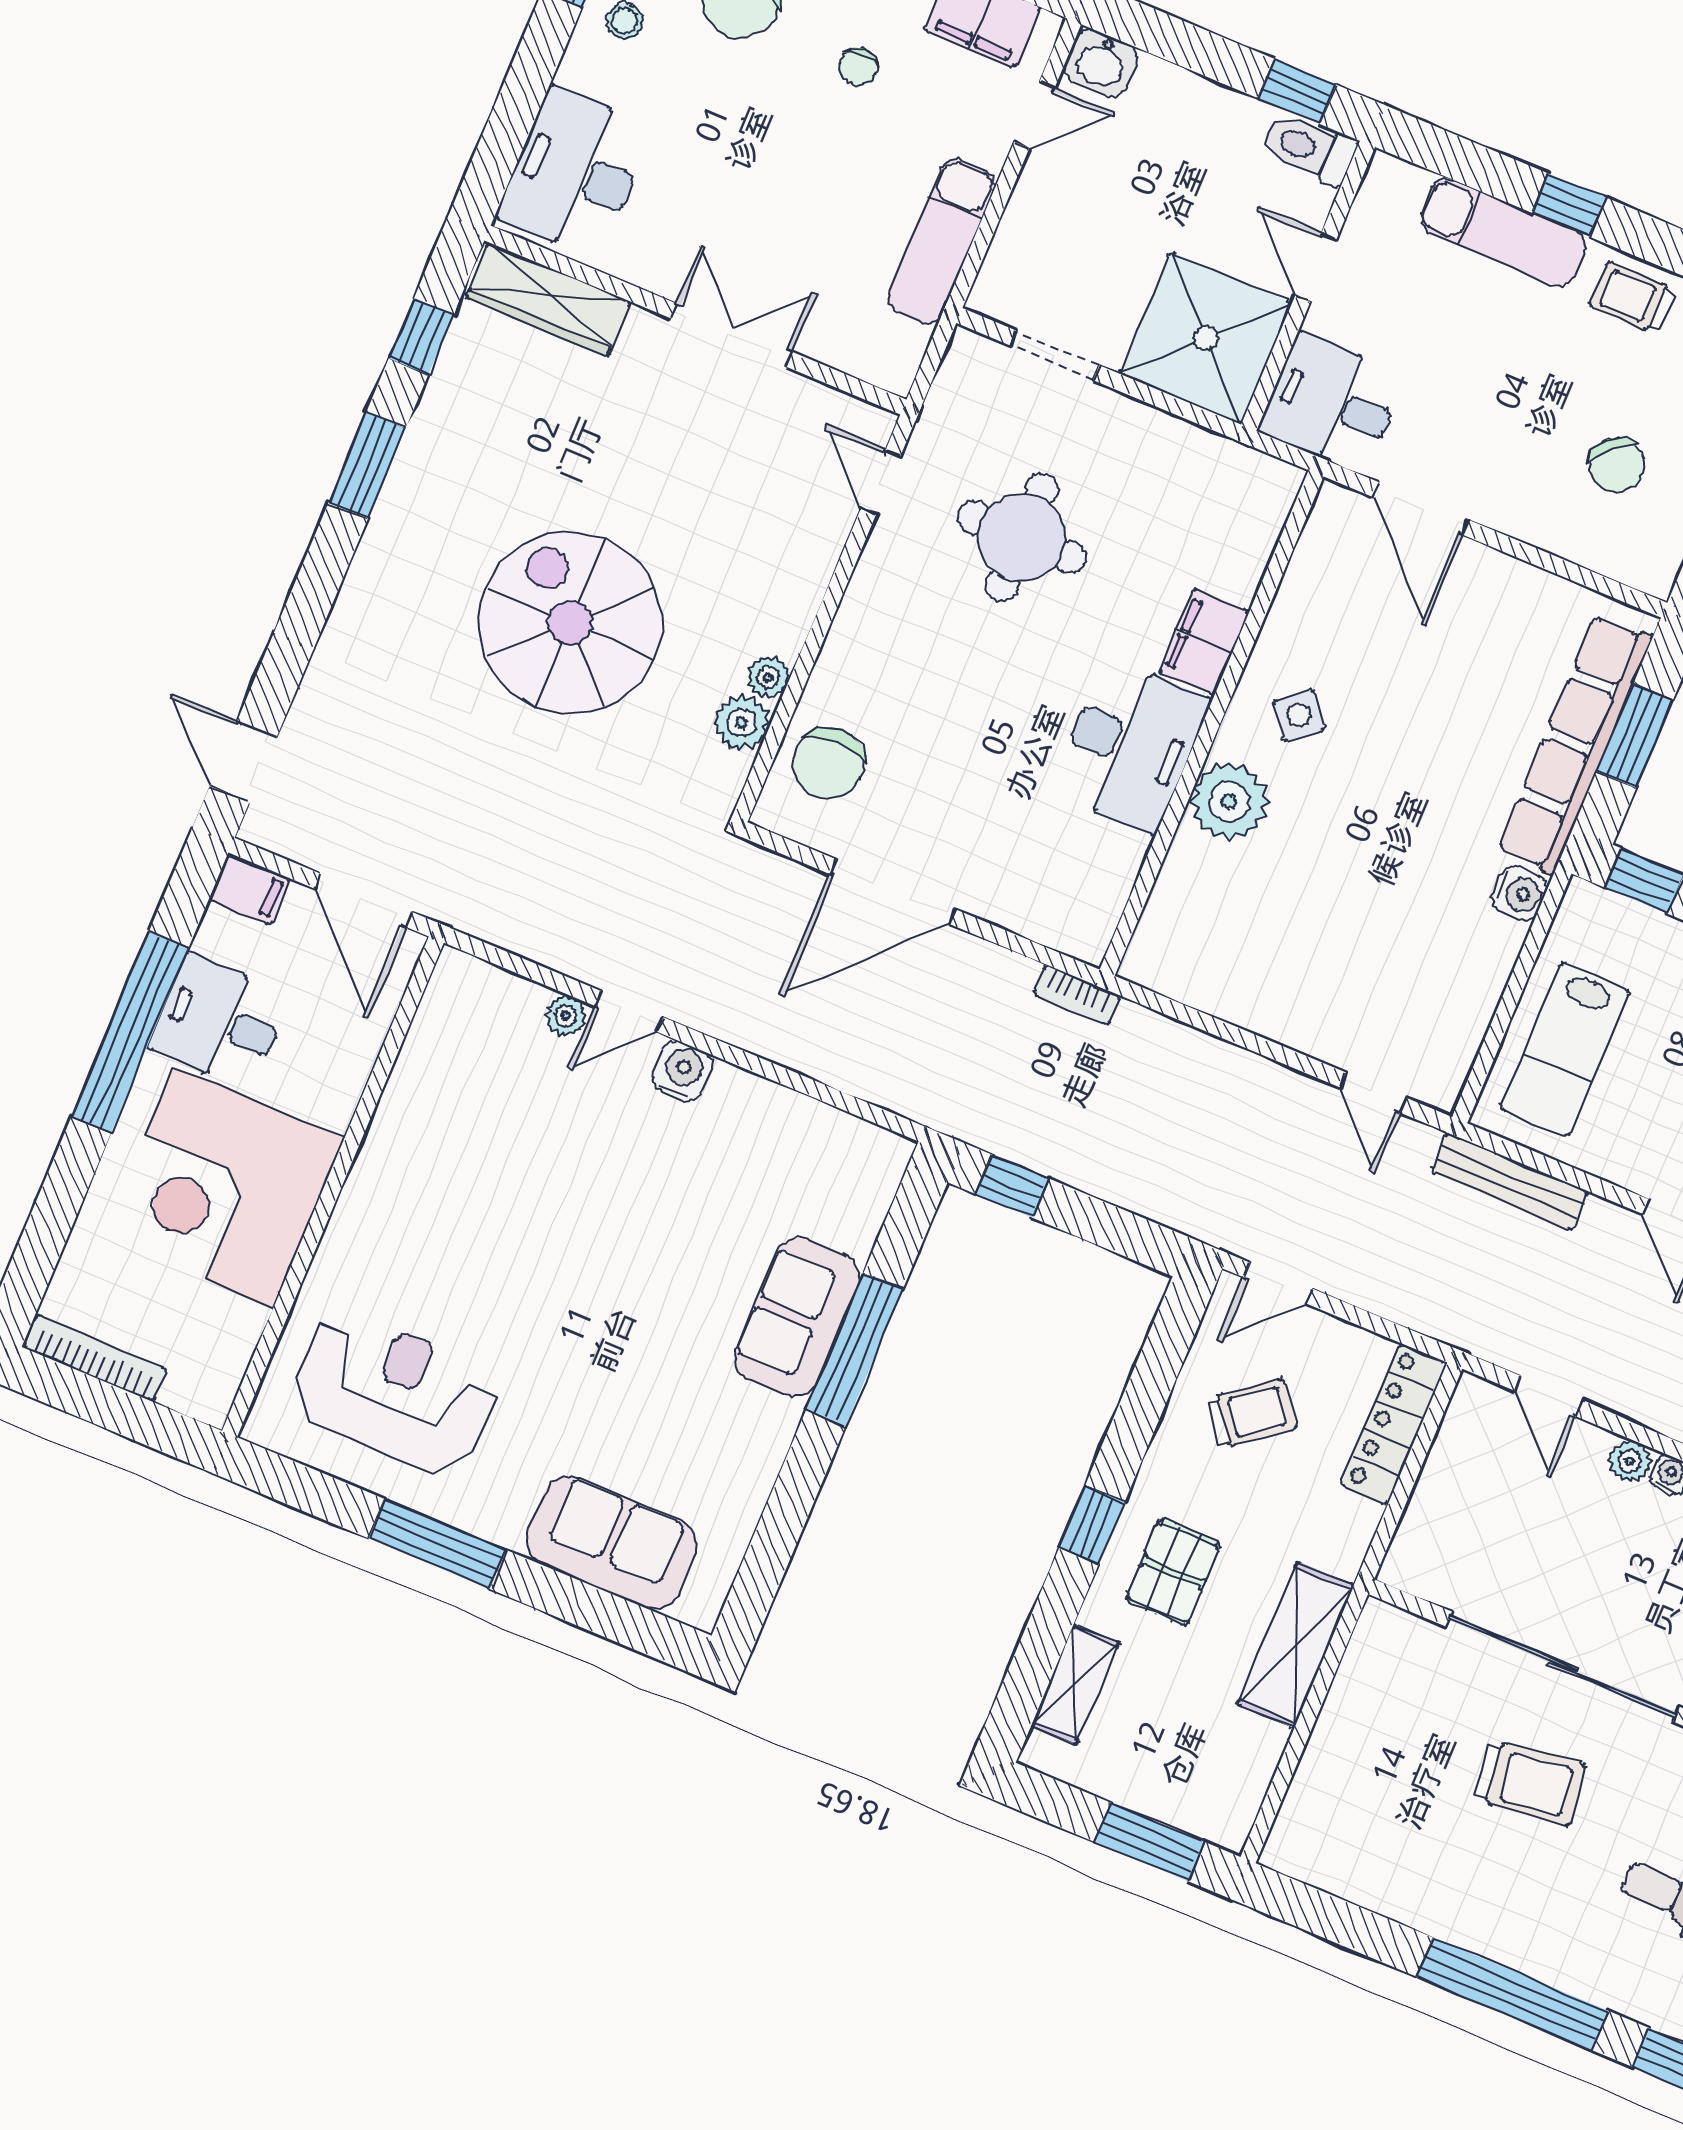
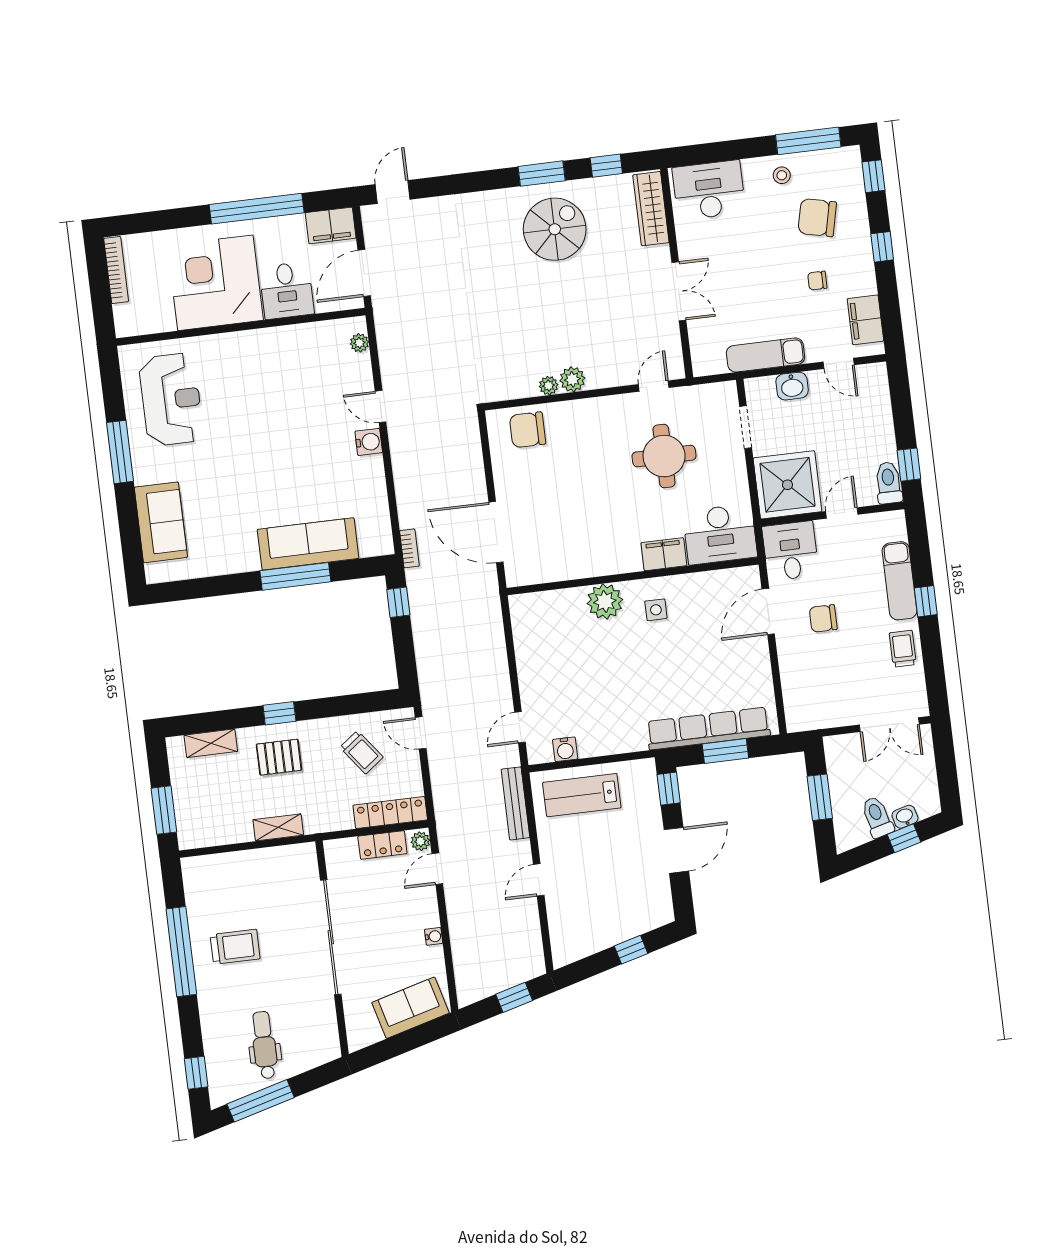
washbasin: (1101, 63) -> (792, 386), moved, turned -90
chair: (1617, 465) -> (823, 618), moved, turned 43
spiral stairs: (570, 623) -> (555, 229), moved, width x0.73, depth x0.73
side table: (1299, 715) -> (656, 610), turned 38
plant: (742, 723) -> (572, 379), moved
desk: (1130, 746) -> (720, 534), moved
filing cabinet: (250, 889) -> (331, 225), width x2.00
door: (893, 892) -> (496, 532), moved
water cooler: (1520, 893) -> (565, 749), moved
bookcase: (1077, 995) -> (409, 548), moved, turned 180
plant: (566, 1016) -> (359, 343), moved
desk: (220, 1021) -> (287, 290), moved, turned 180
sofa: (797, 1317) -> (308, 544), width x1.36
plant: (1630, 1461) -> (420, 841), moved
locker: (1446, 1473) -> (382, 845), added
shelving: (1296, 1645) -> (278, 827), width x0.67, depth x0.75
trolley: (1529, 1783) -> (235, 947), moved, turned -82
window: (1512, 1994) -> (181, 952), moved

